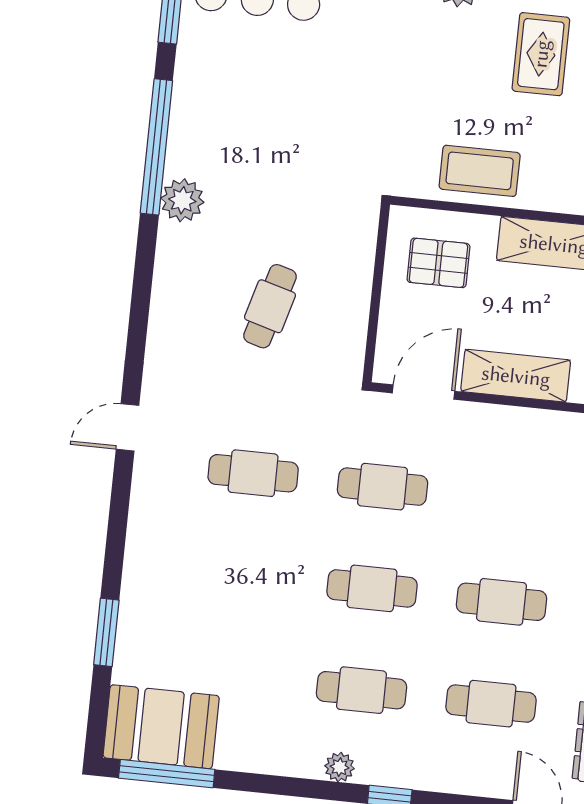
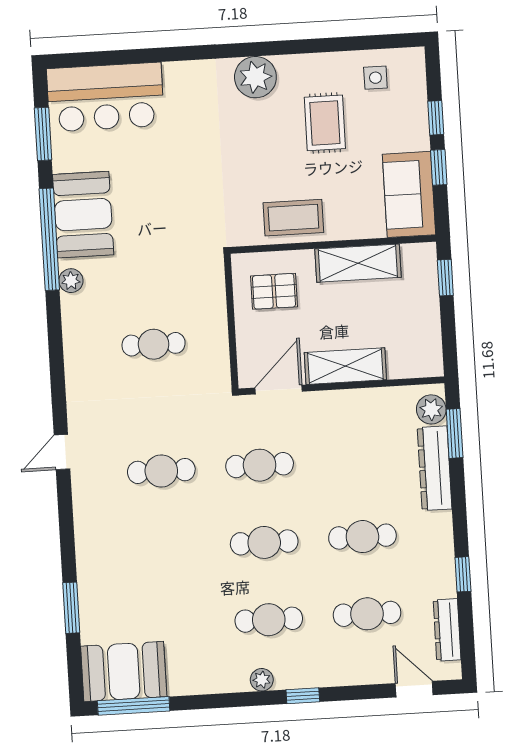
booth: (206, 122) -> (83, 215), added
plant: (182, 200) -> (71, 281), width x0.73, depth x0.73
cafe table: (270, 306) -> (154, 344), turned 74

